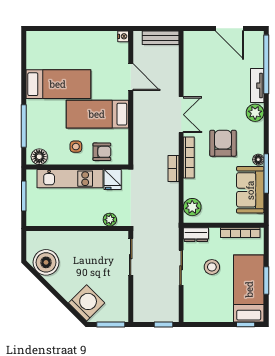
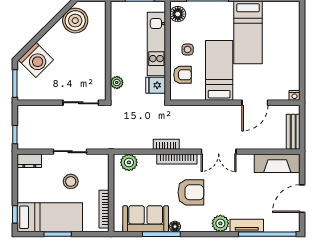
fireplace: (193, 54) -> (277, 163), added
armchair: (102, 152) -> (182, 75), turned -90
dresser: (196, 235) -> (29, 161), moved, turned -90

